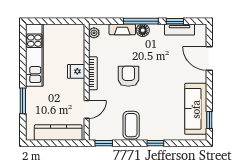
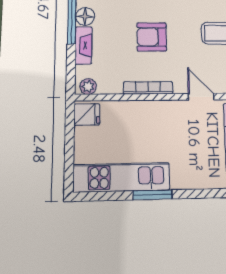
fridge: (76, 71) -> (87, 115), moved, turned -90
window: (23, 101) -> (153, 195), moved

